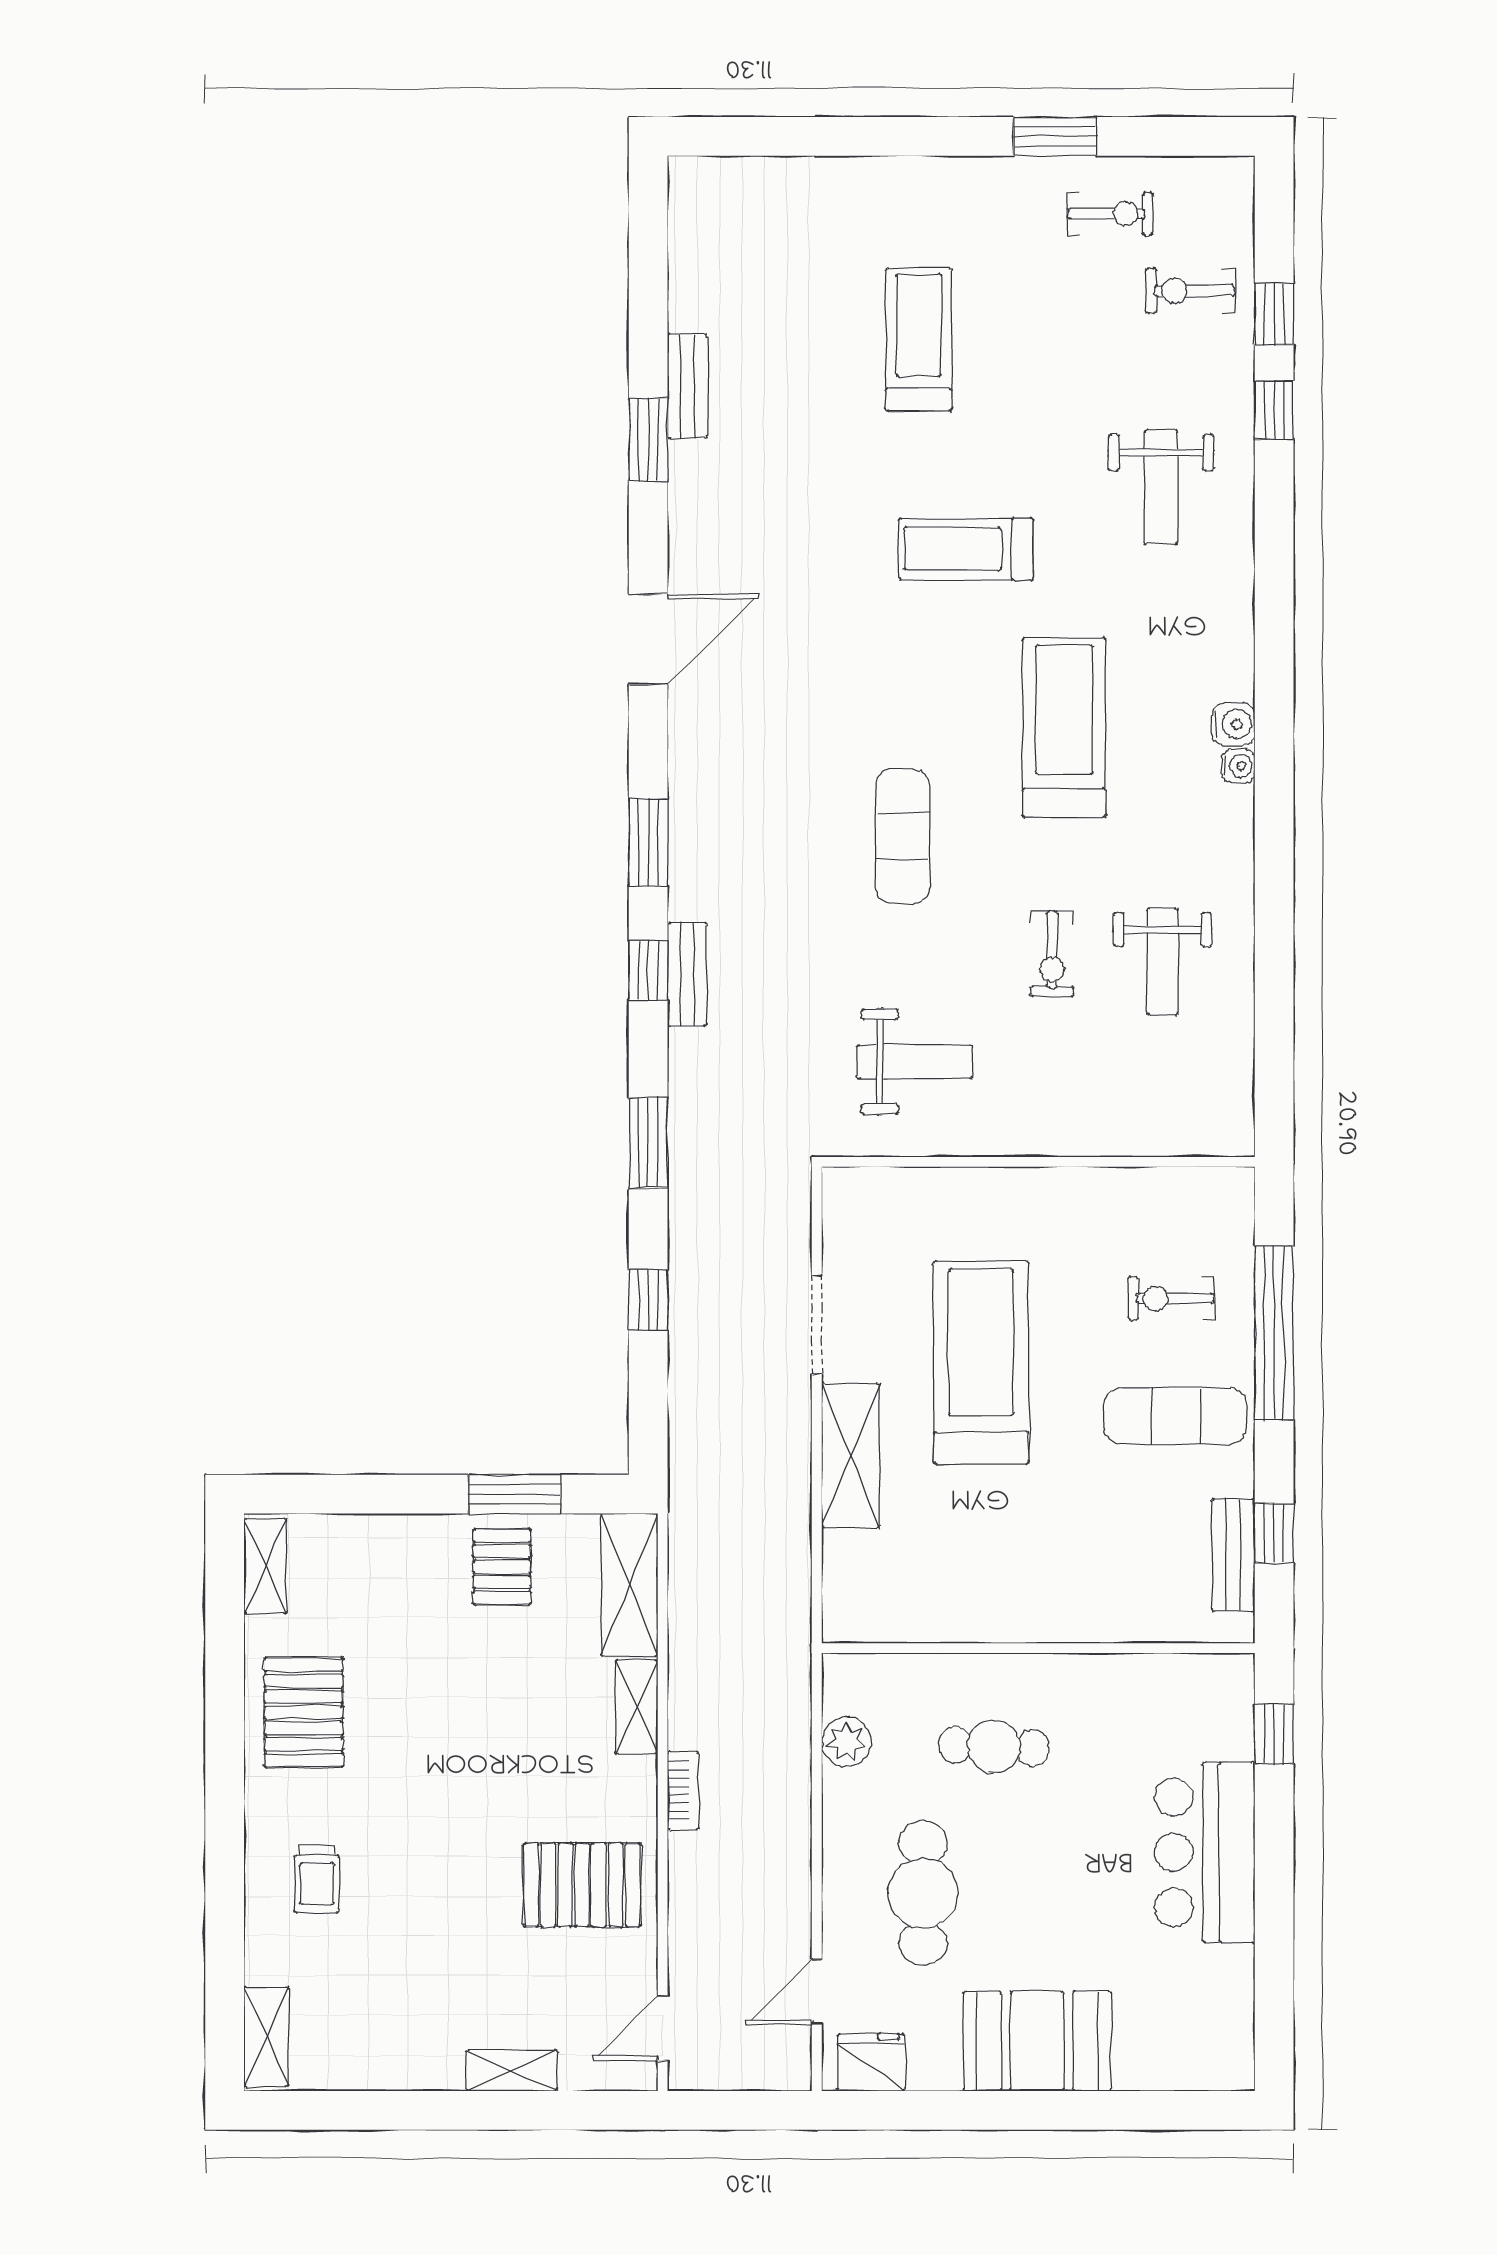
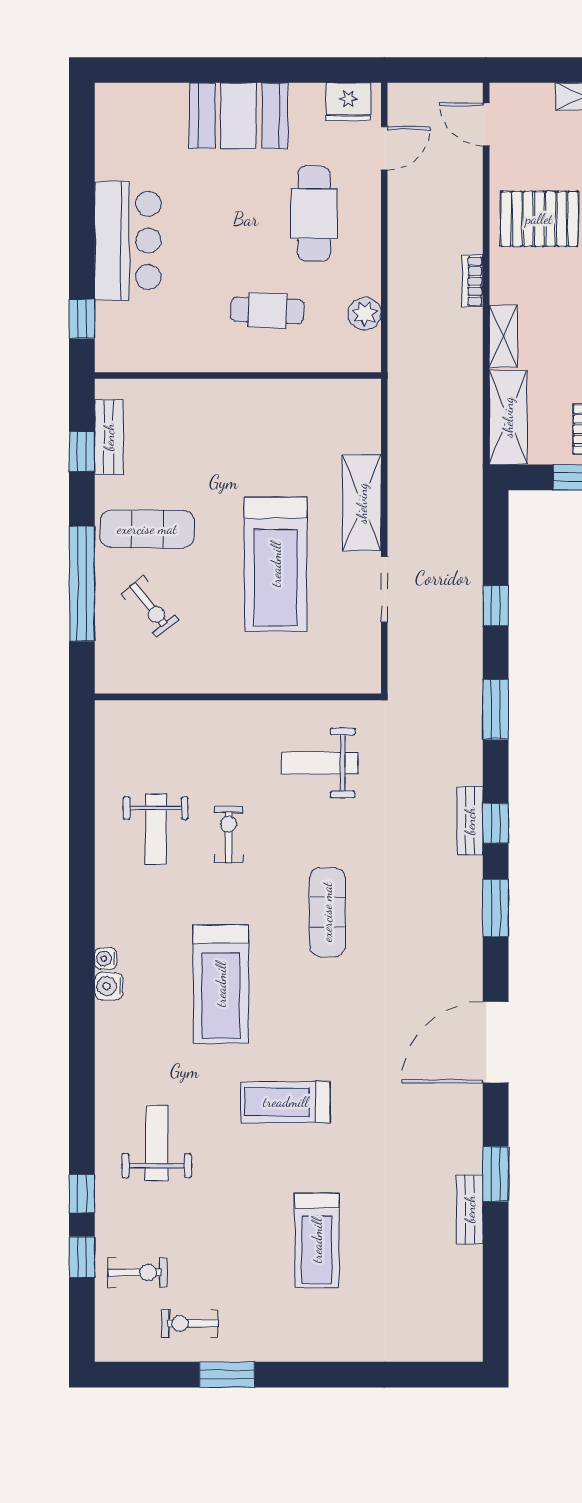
treadmill: (966, 549) -> (286, 1102), turned 180
door: (648, 639) -> (496, 1042), width x1.36
weight bench: (1162, 962) -> (156, 829), turned 180
exercise bike: (1171, 1298) -> (150, 607), turned 51
door: (663, 2028) -> (486, 124), swing flipped

